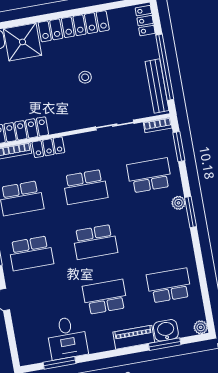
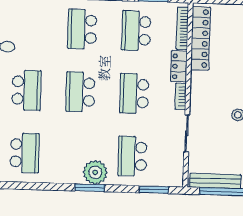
bookcase: (158, 125) -> (181, 96), moved
school desk: (149, 175) -> (132, 156), turned 180
plant: (178, 203) -> (95, 172), width x1.88, depth x1.88

